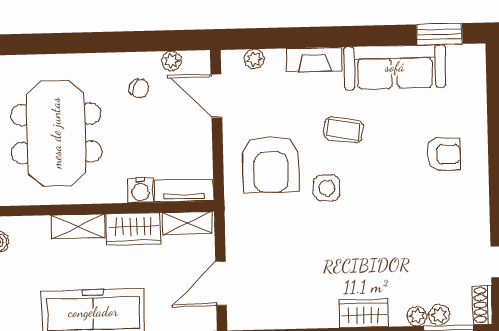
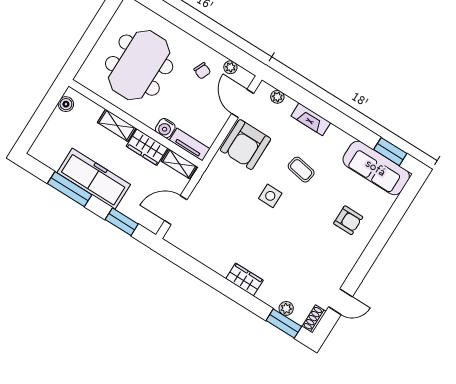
sofa: (395, 67) -> (376, 168), moved
armchair: (271, 164) -> (246, 145), moved
plant: (417, 316) -> (273, 301), removed

